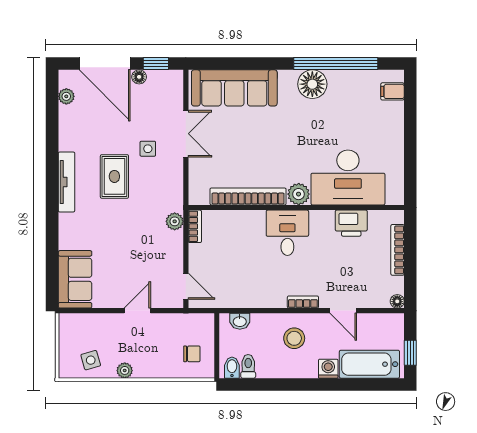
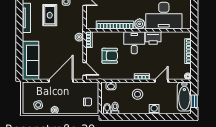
printer: (351, 223) -> (153, 38), moved
armchair: (237, 259) -> (110, 56), added
sofa: (75, 279) -> (30, 60), width x1.36
door: (137, 311) -> (61, 81), width x1.88
door: (343, 311) -> (162, 81), swing flipped
bathtub: (369, 364) -> (184, 97), moved, turned -90

